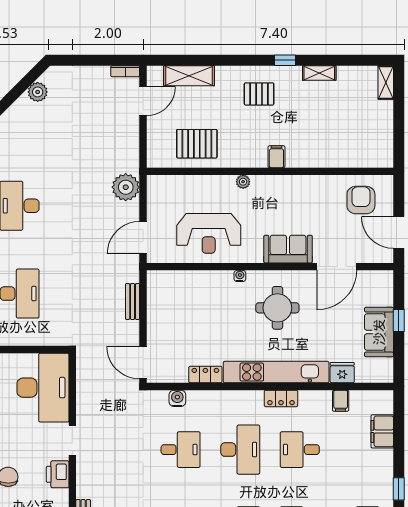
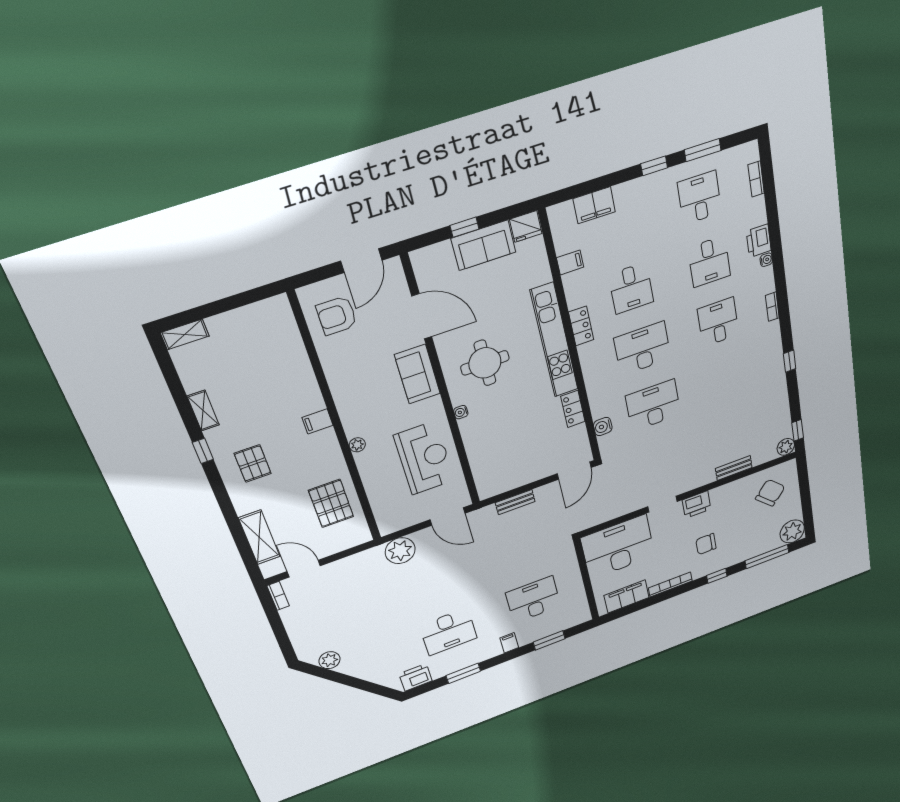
fridge: (342, 373) -> (526, 226), moved, turned -90
desk: (181, 450) -> (653, 405), width x1.37

